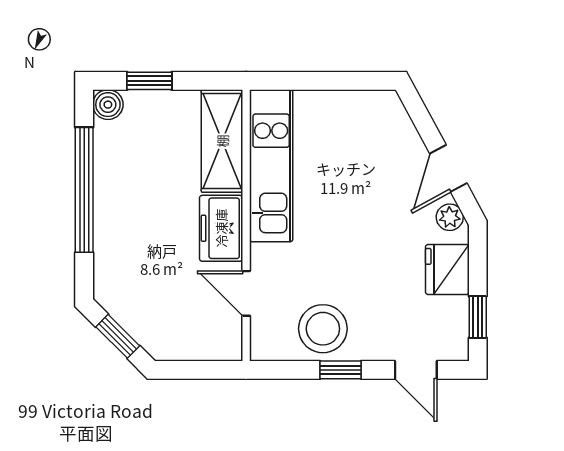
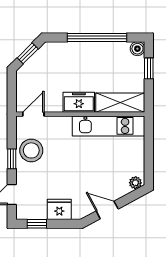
plant: (450, 217) -> (135, 183), moved
door: (246, 293) -> (33, 114), moved

